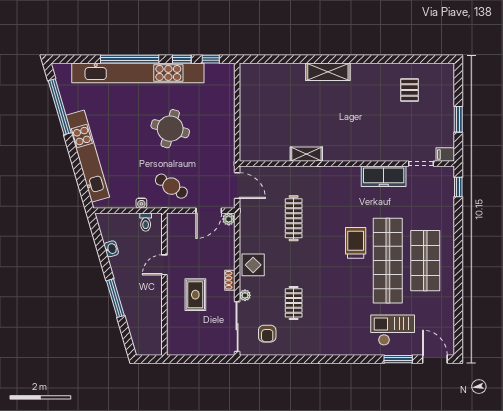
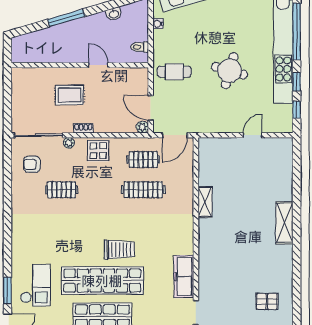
door: (237, 105) -> (253, 135), added
cafe table: (171, 186) -> (174, 72), turned 58
water cooler: (141, 203) -> (158, 24), moved
clothes rail: (262, 218) -> (143, 160), added

